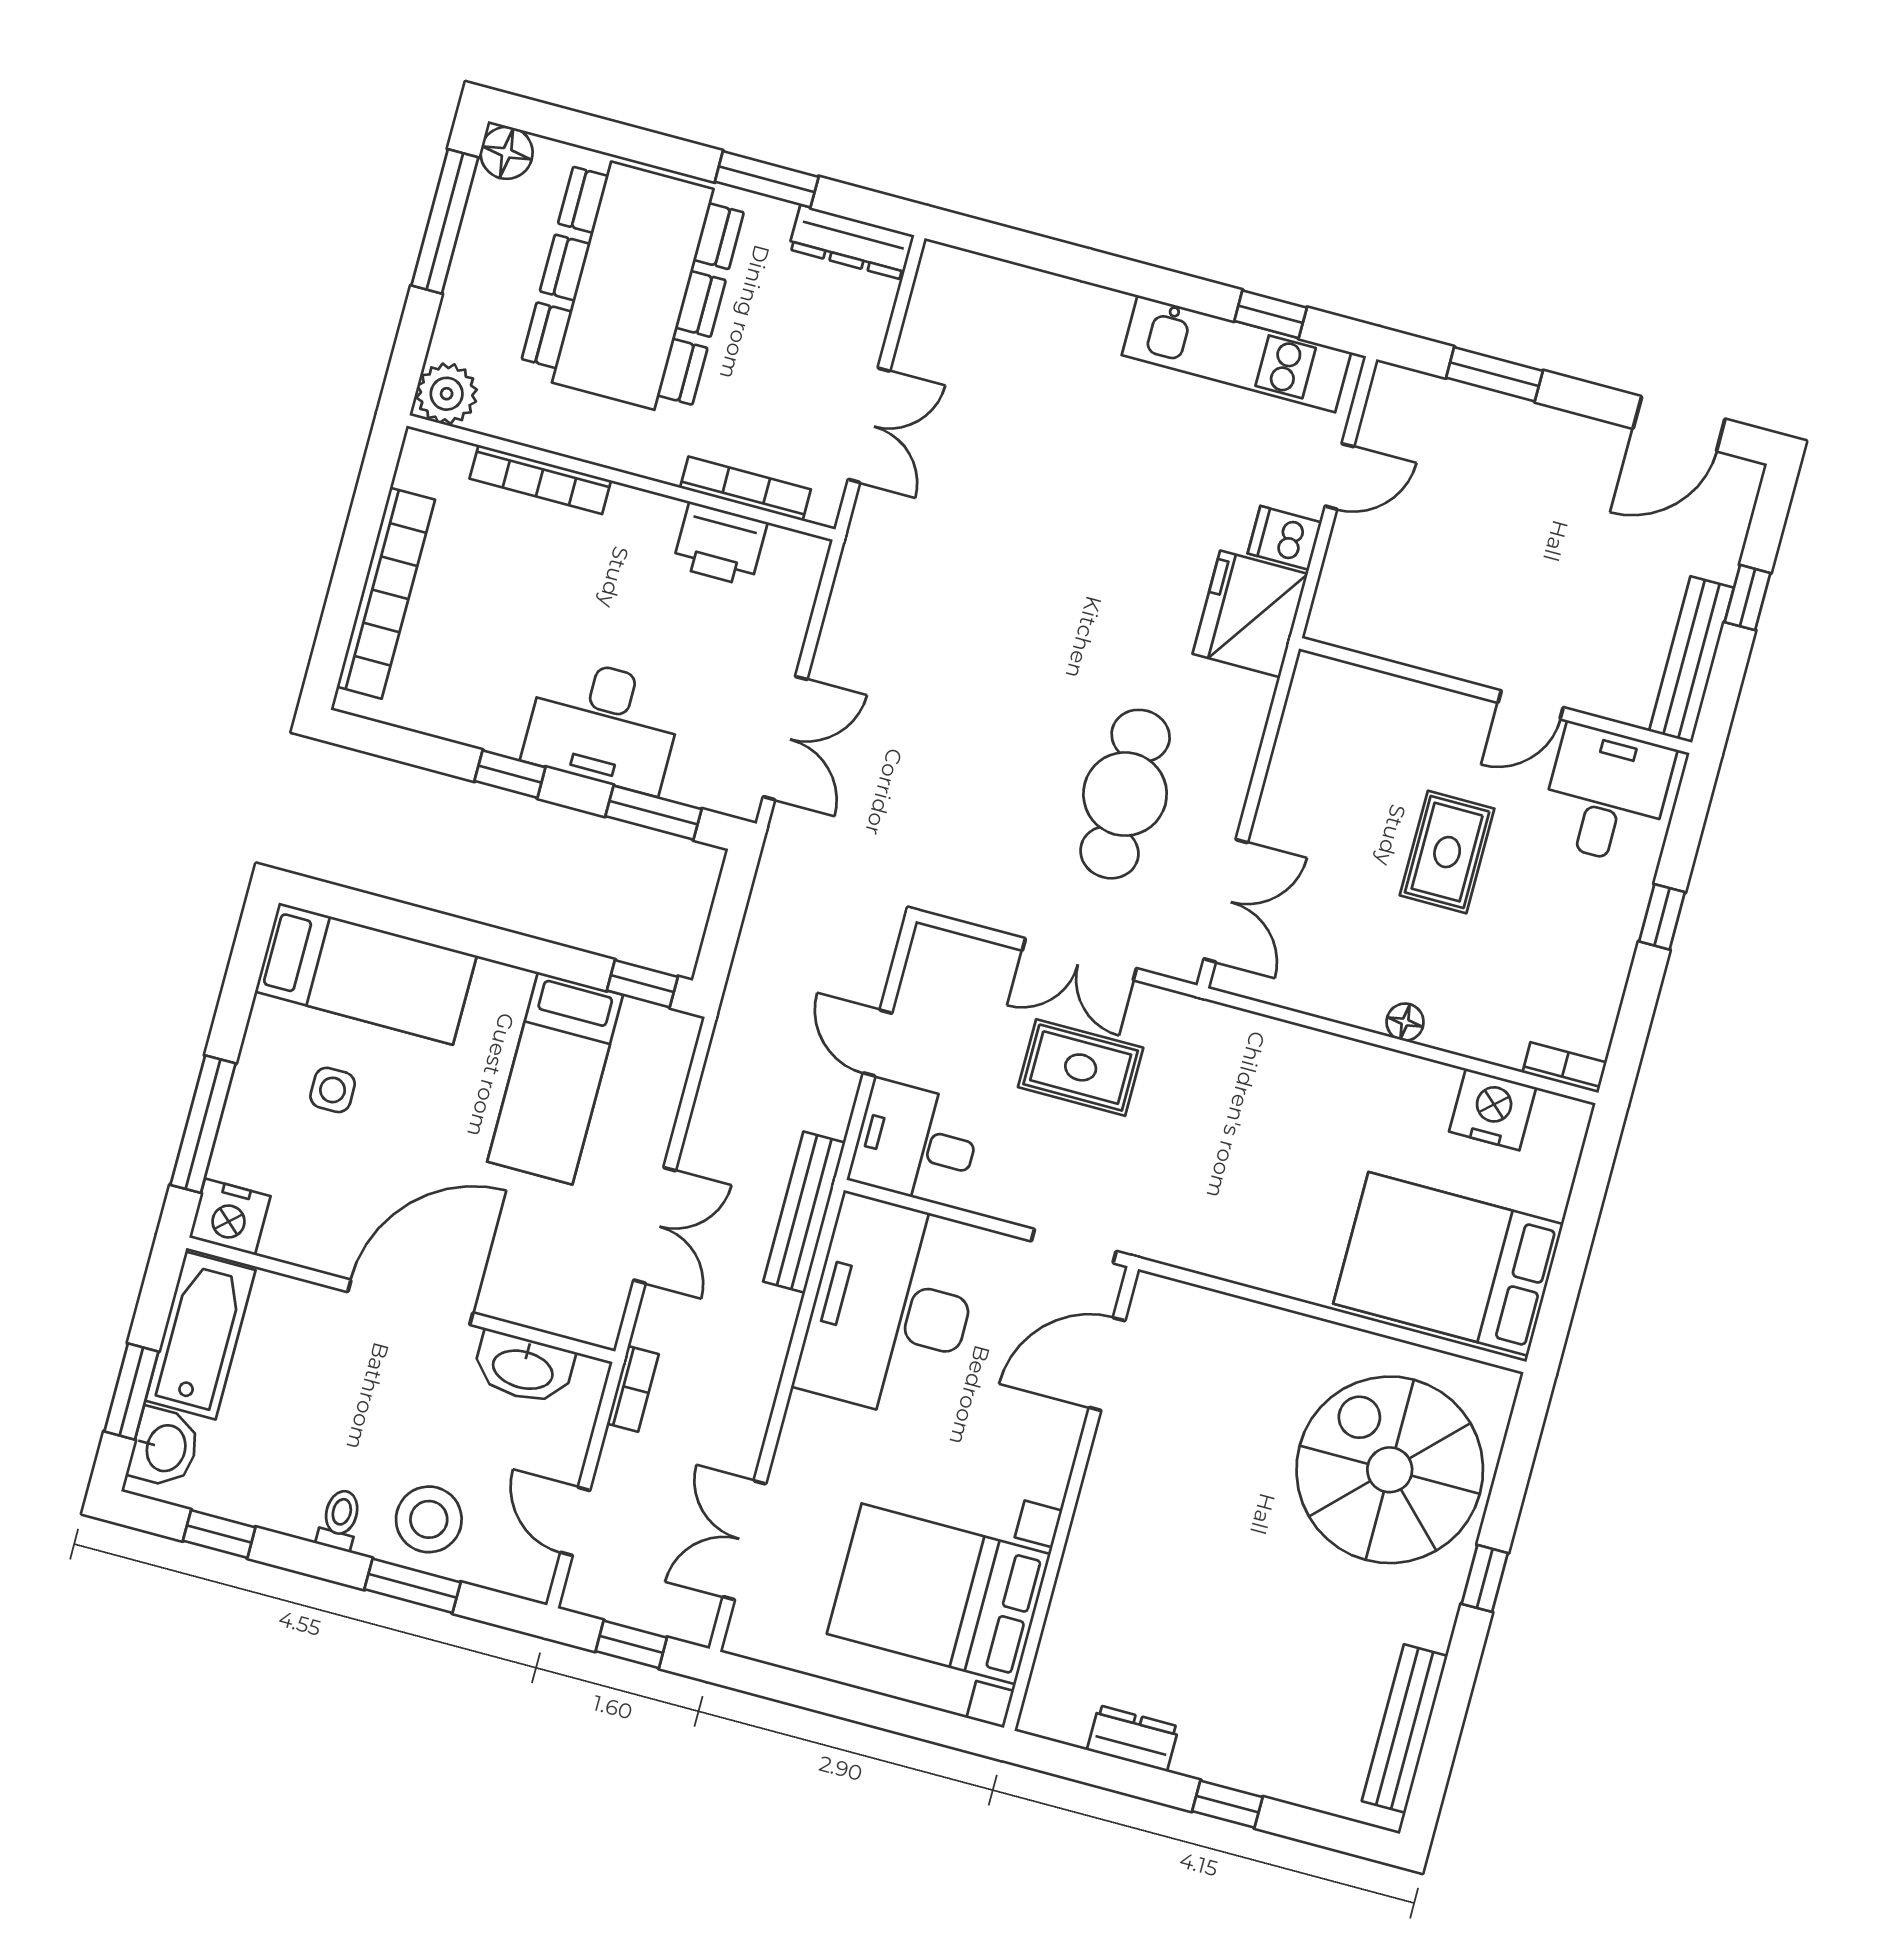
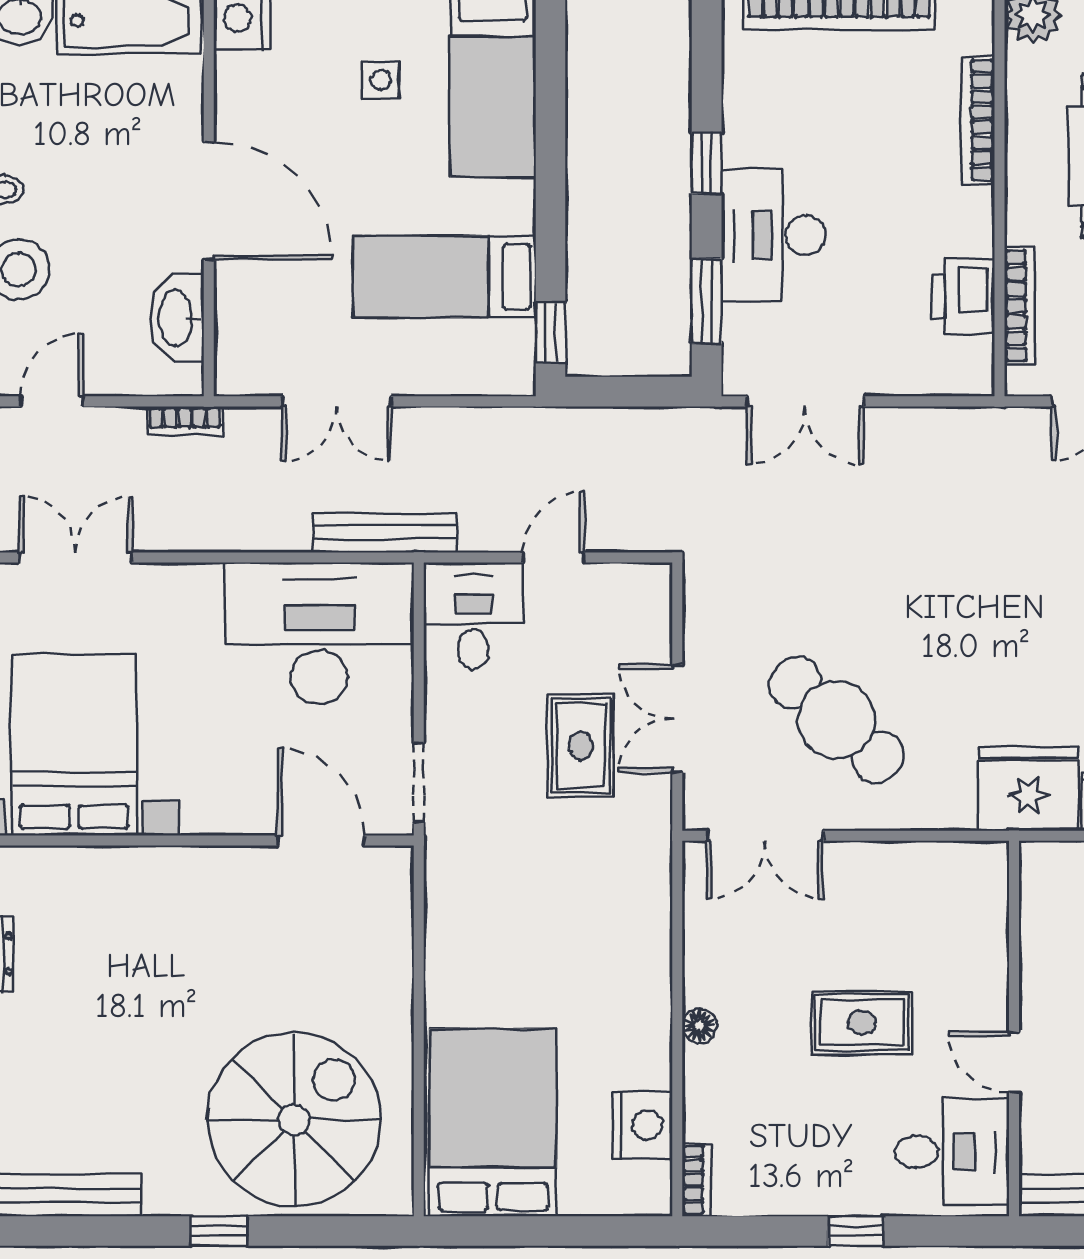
cafe table: (1125, 794) -> (837, 720), turned 42

